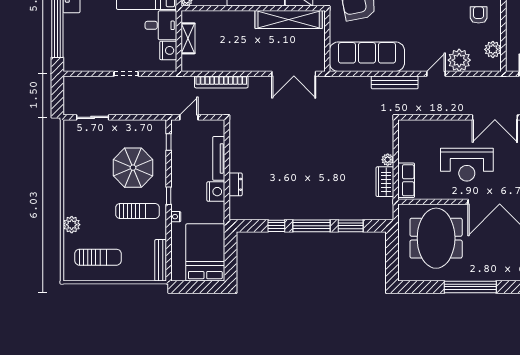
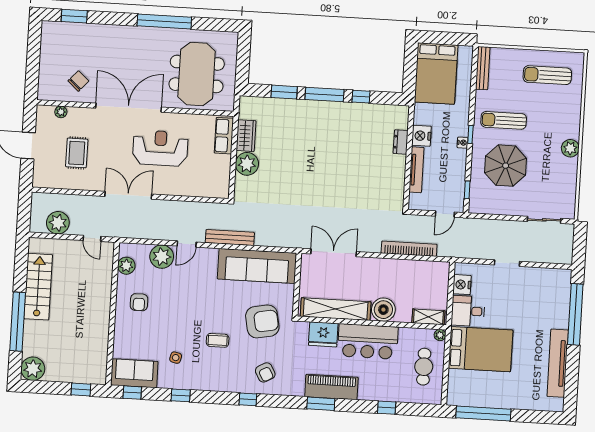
boiler: (243, 22) -> (383, 310), added
shelving: (188, 38) -> (428, 317), moved, turned 90
plant: (388, 160) -> (247, 164), width x1.87, depth x1.87
nightstand: (176, 217) -> (463, 143), moved
plant: (72, 225) -> (570, 148), moved

